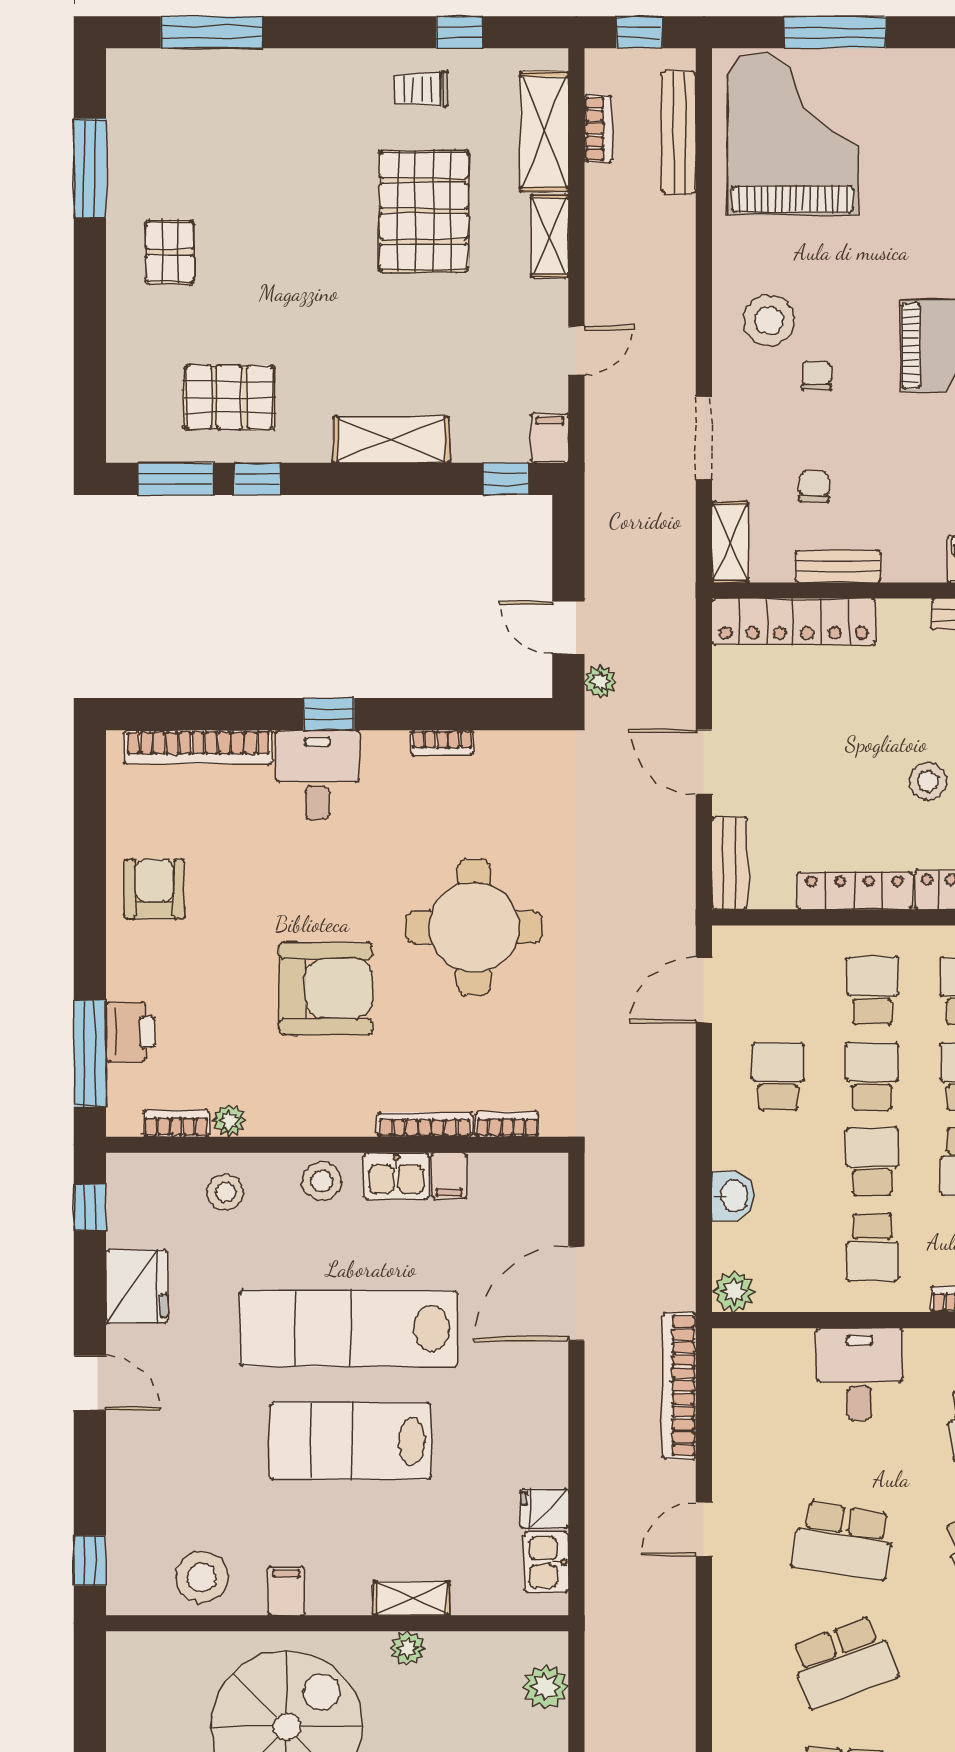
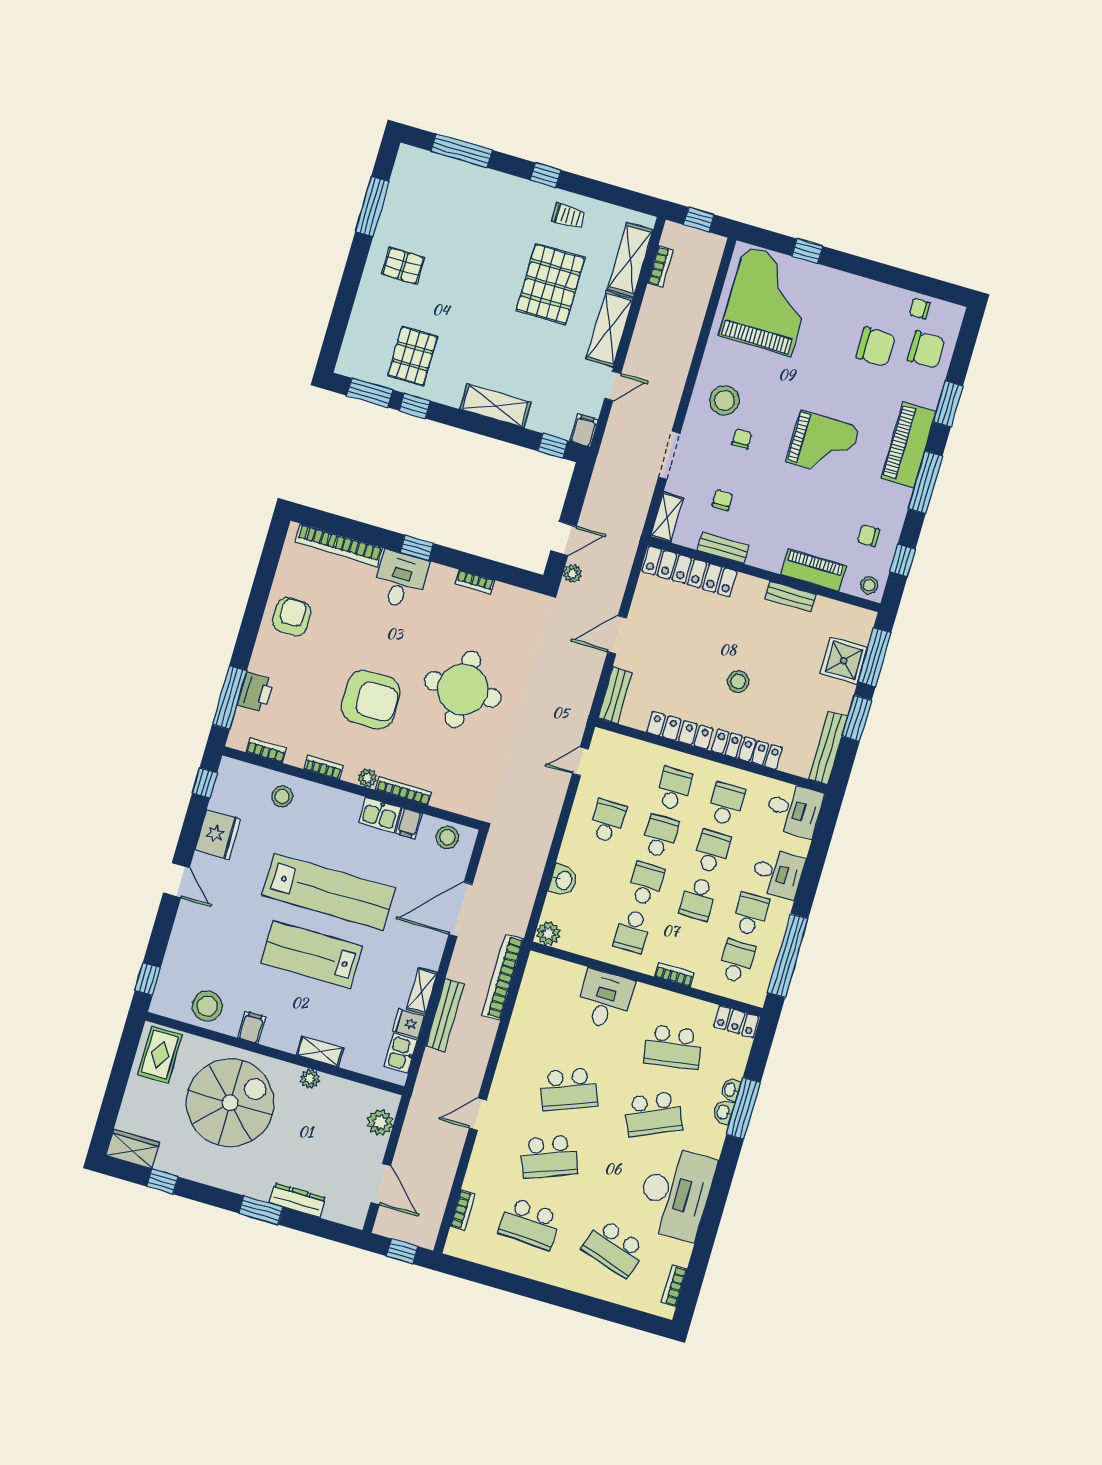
window: (459, 32) -> (546, 175), moved
window: (835, 32) -> (807, 251), width x0.46
trolley: (421, 89) -> (569, 216), turned 180
bench: (679, 133) -> (445, 1015), moved
shelving: (550, 236) -> (610, 329), width x1.50, depth x1.33
pallet: (170, 252) -> (403, 266), turned 90
pallet: (229, 397) -> (412, 356), turned 90
door: (568, 628) -> (564, 538), swing flipped
door: (704, 762) -> (617, 635), hinge flipped
door: (704, 990) -> (580, 761), width x0.73
plant: (229, 1120) -> (367, 778), moved
bookcase: (507, 1124) -> (323, 767), moved
stool: (322, 1181) -> (447, 837), moved
lab bench: (349, 1329) -> (329, 892), turned 180
shelving: (551, 1448) -> (422, 991), added
door: (704, 1529) -> (478, 1114), moved
school desk: (843, 1541) -> (569, 1089), turned -30
rug: (147, 1680) -> (160, 1054), added

